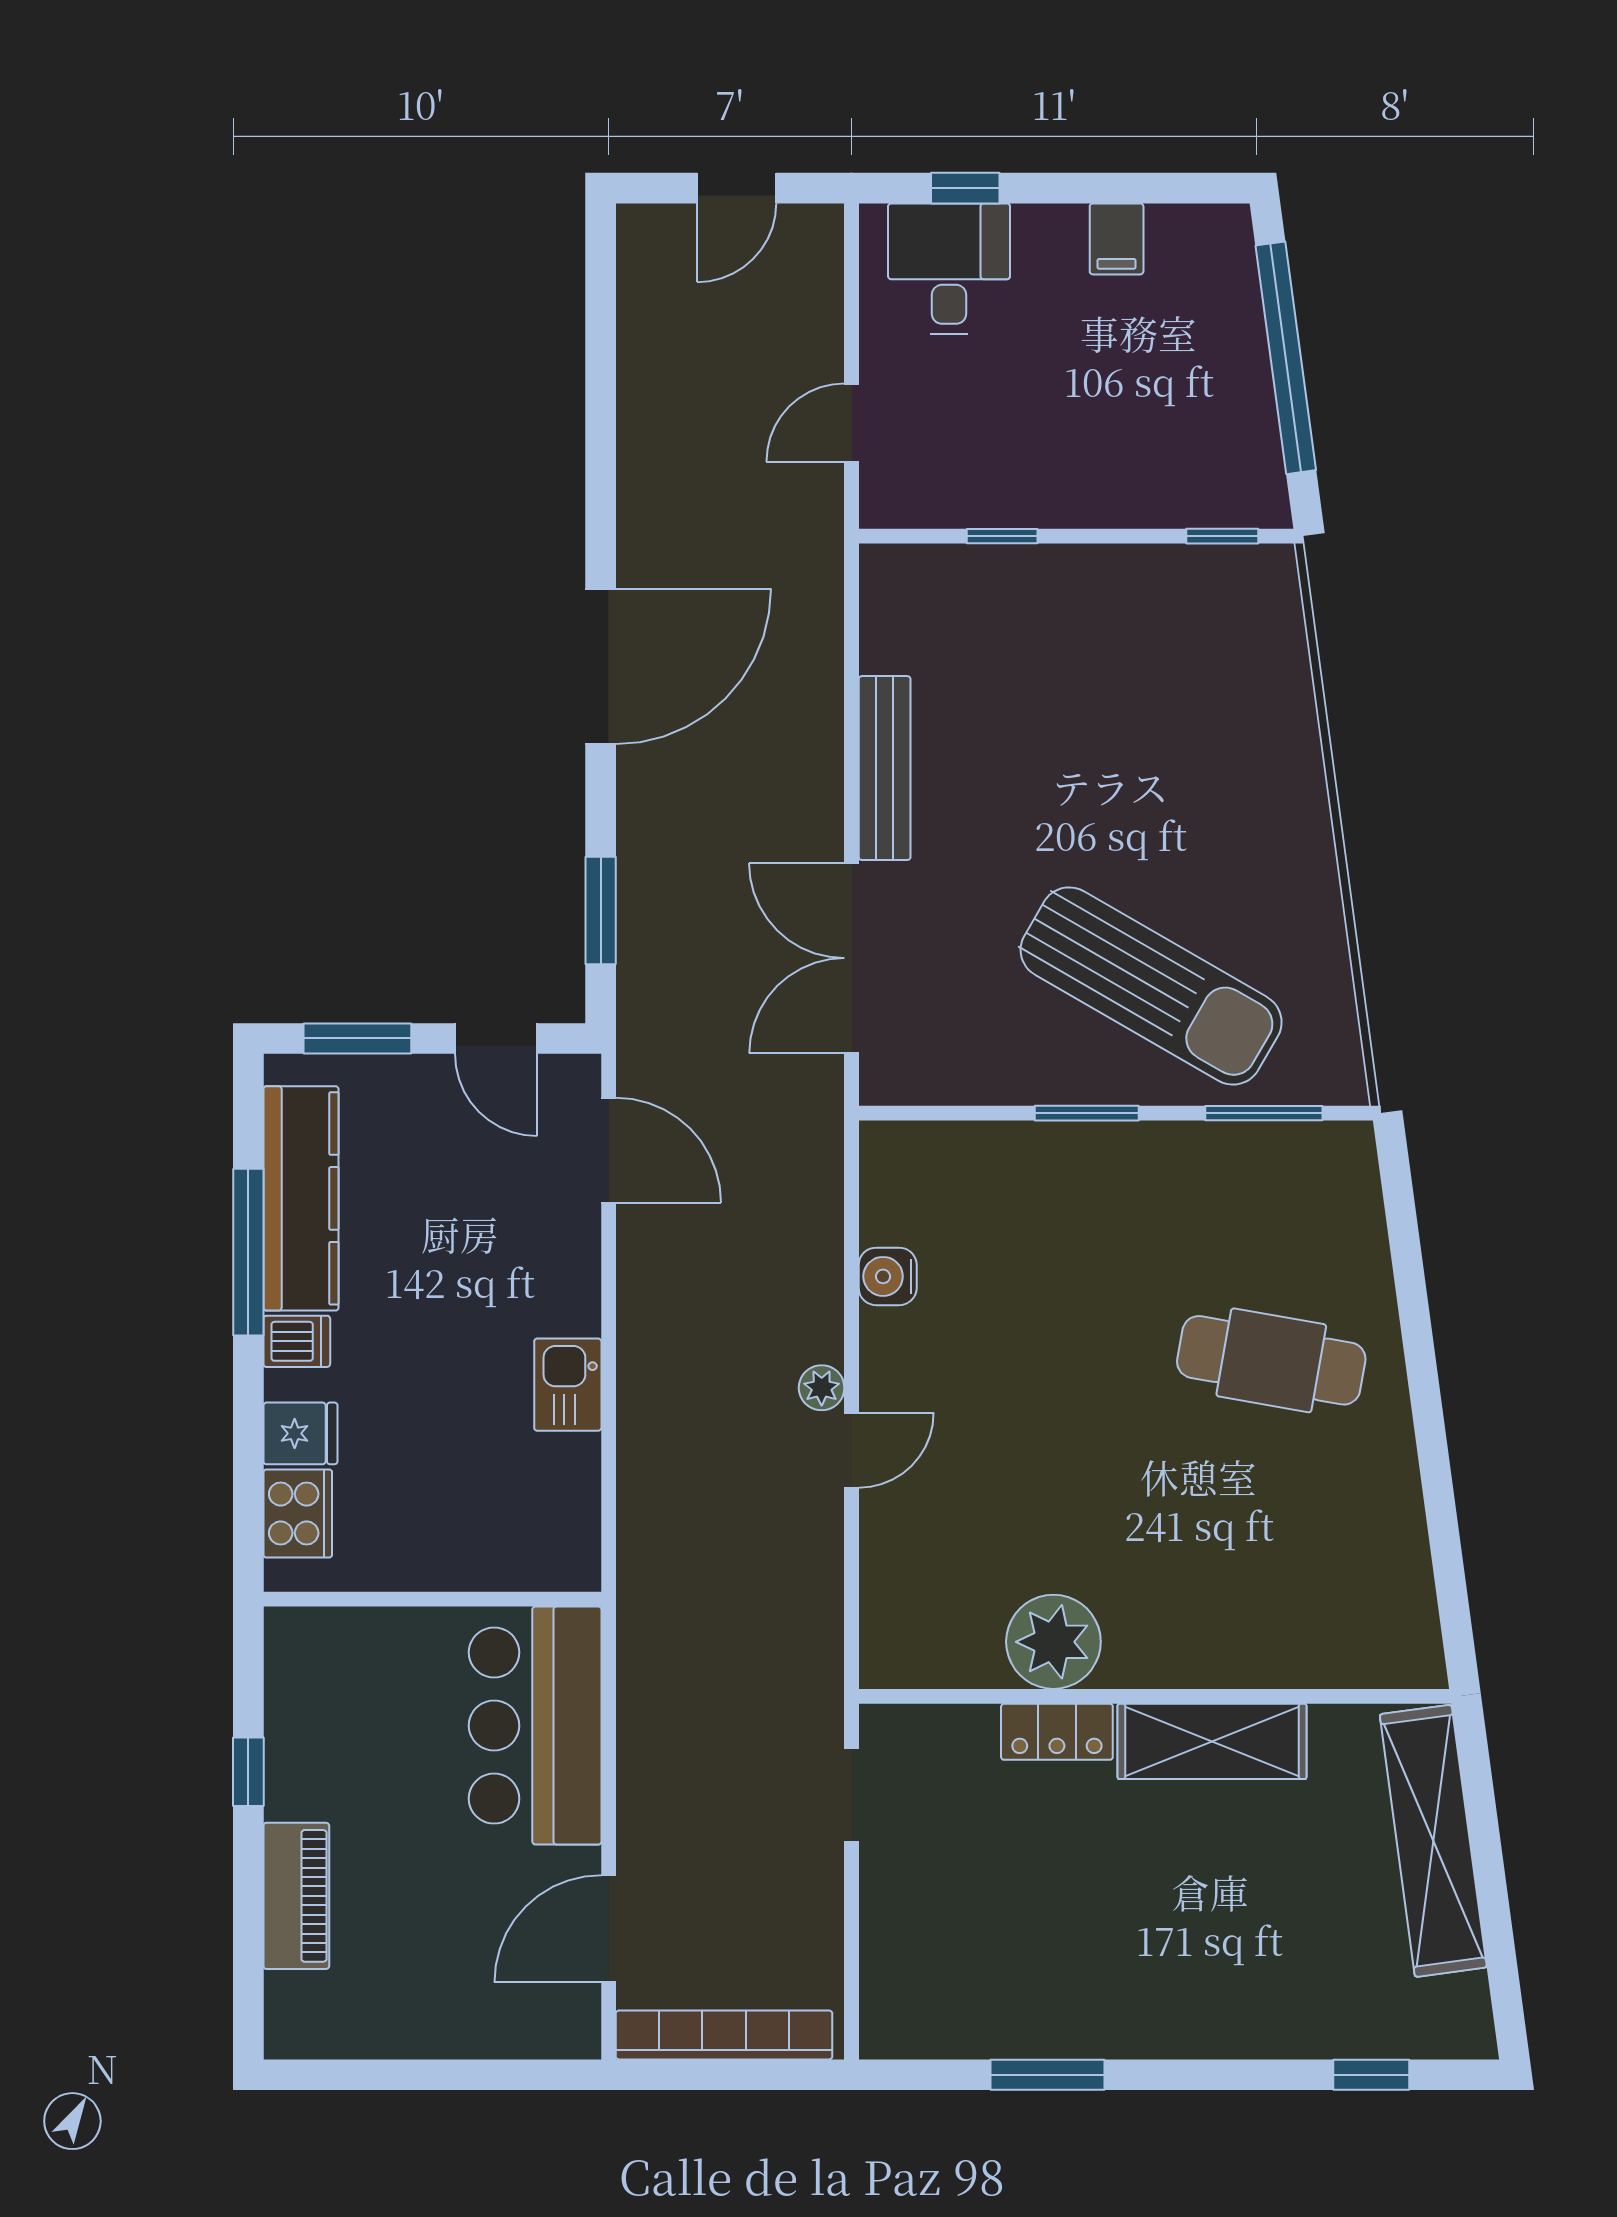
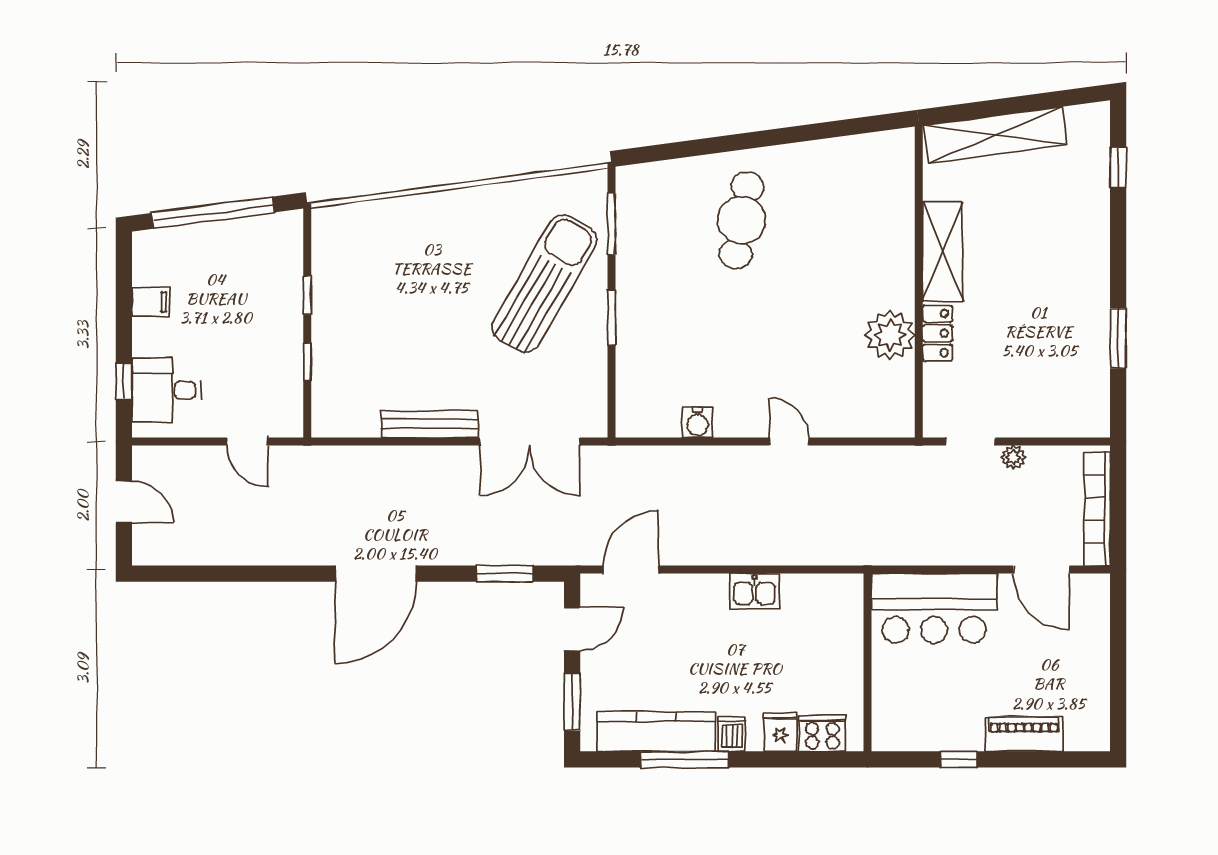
window: (1222, 536) -> (307, 295), moved
door: (601, 666) -> (376, 574), swing flipped
plant: (822, 1388) -> (1013, 457), moved

